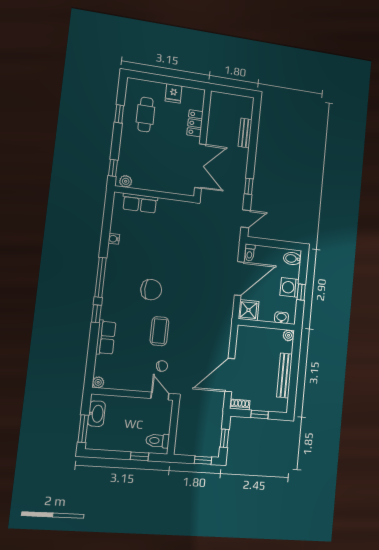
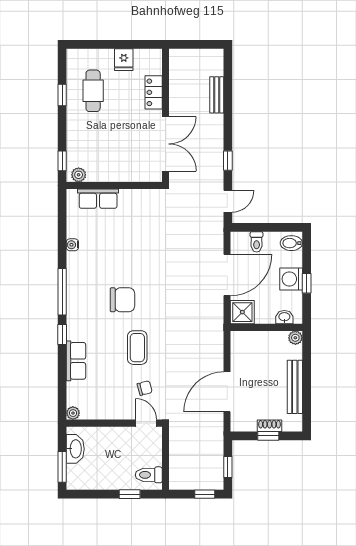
toilet: (250, 253) -> (257, 242), moved
shoe rack: (240, 404) -> (270, 426), moved

